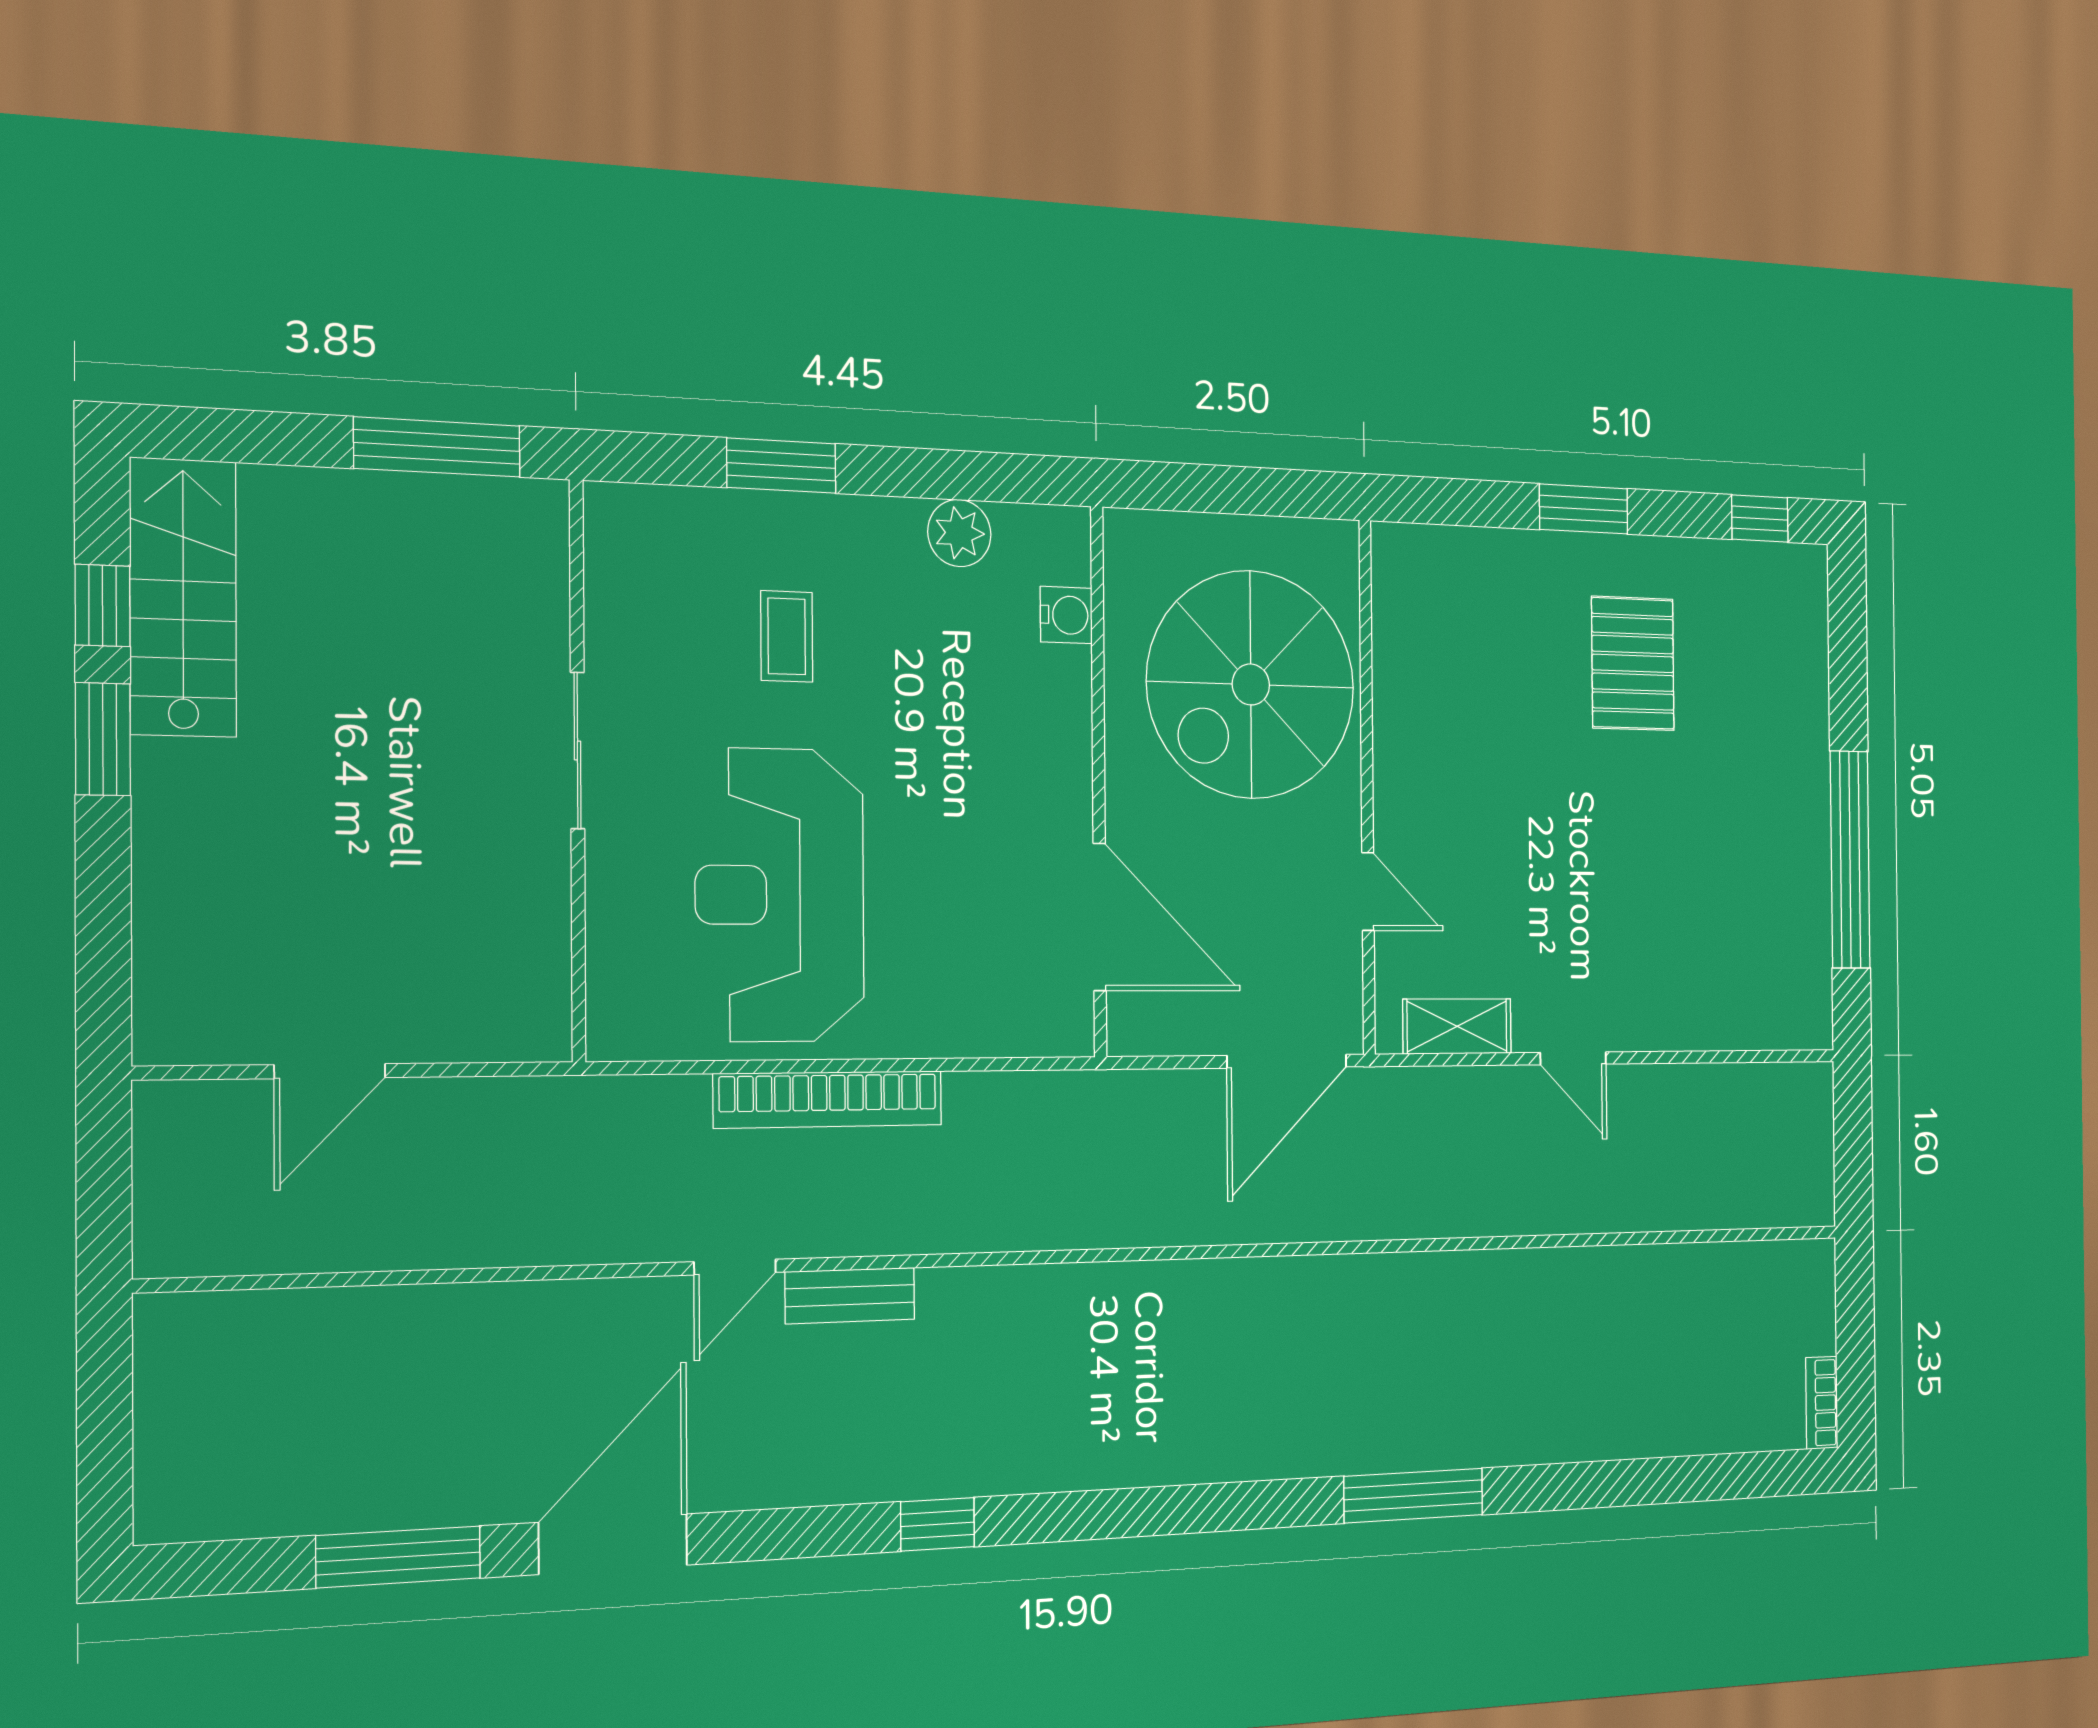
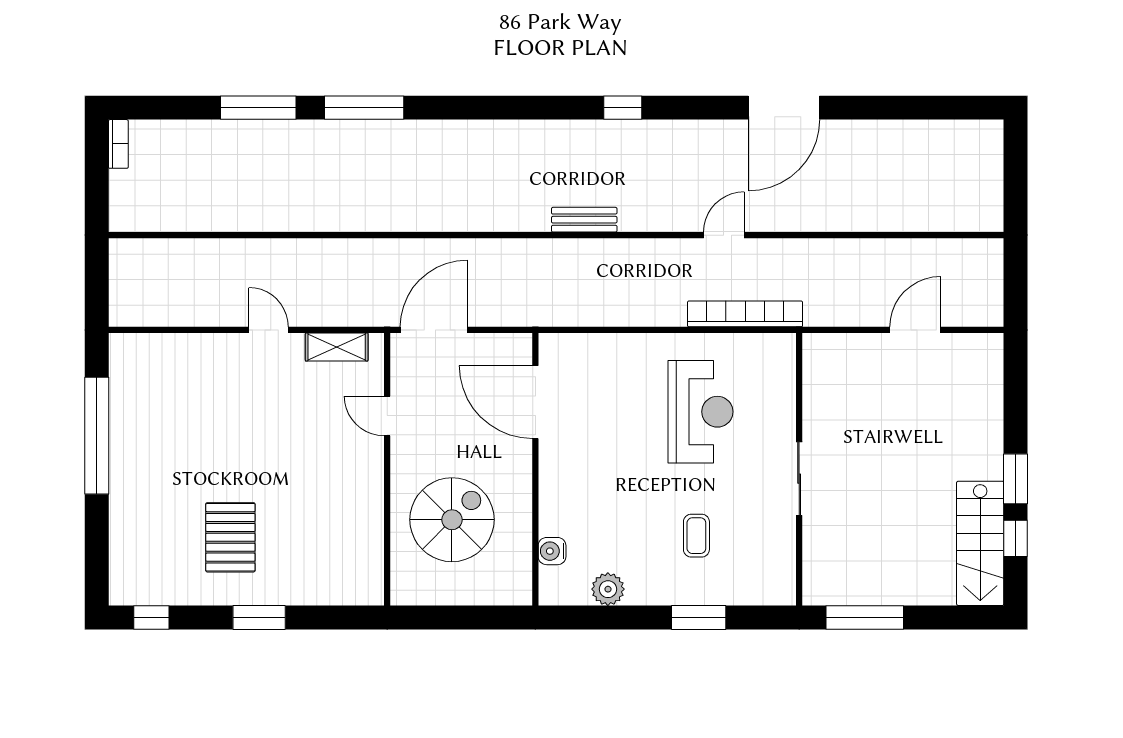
spiral stairs: (1251, 684) -> (452, 520), width x0.73, depth x0.73
reception desk: (780, 895) -> (701, 412), width x0.74, depth x0.77
bookcase: (828, 1099) -> (745, 314), moved
bench: (850, 1296) -> (584, 220), moved
window: (398, 1557) -> (258, 108), moved

